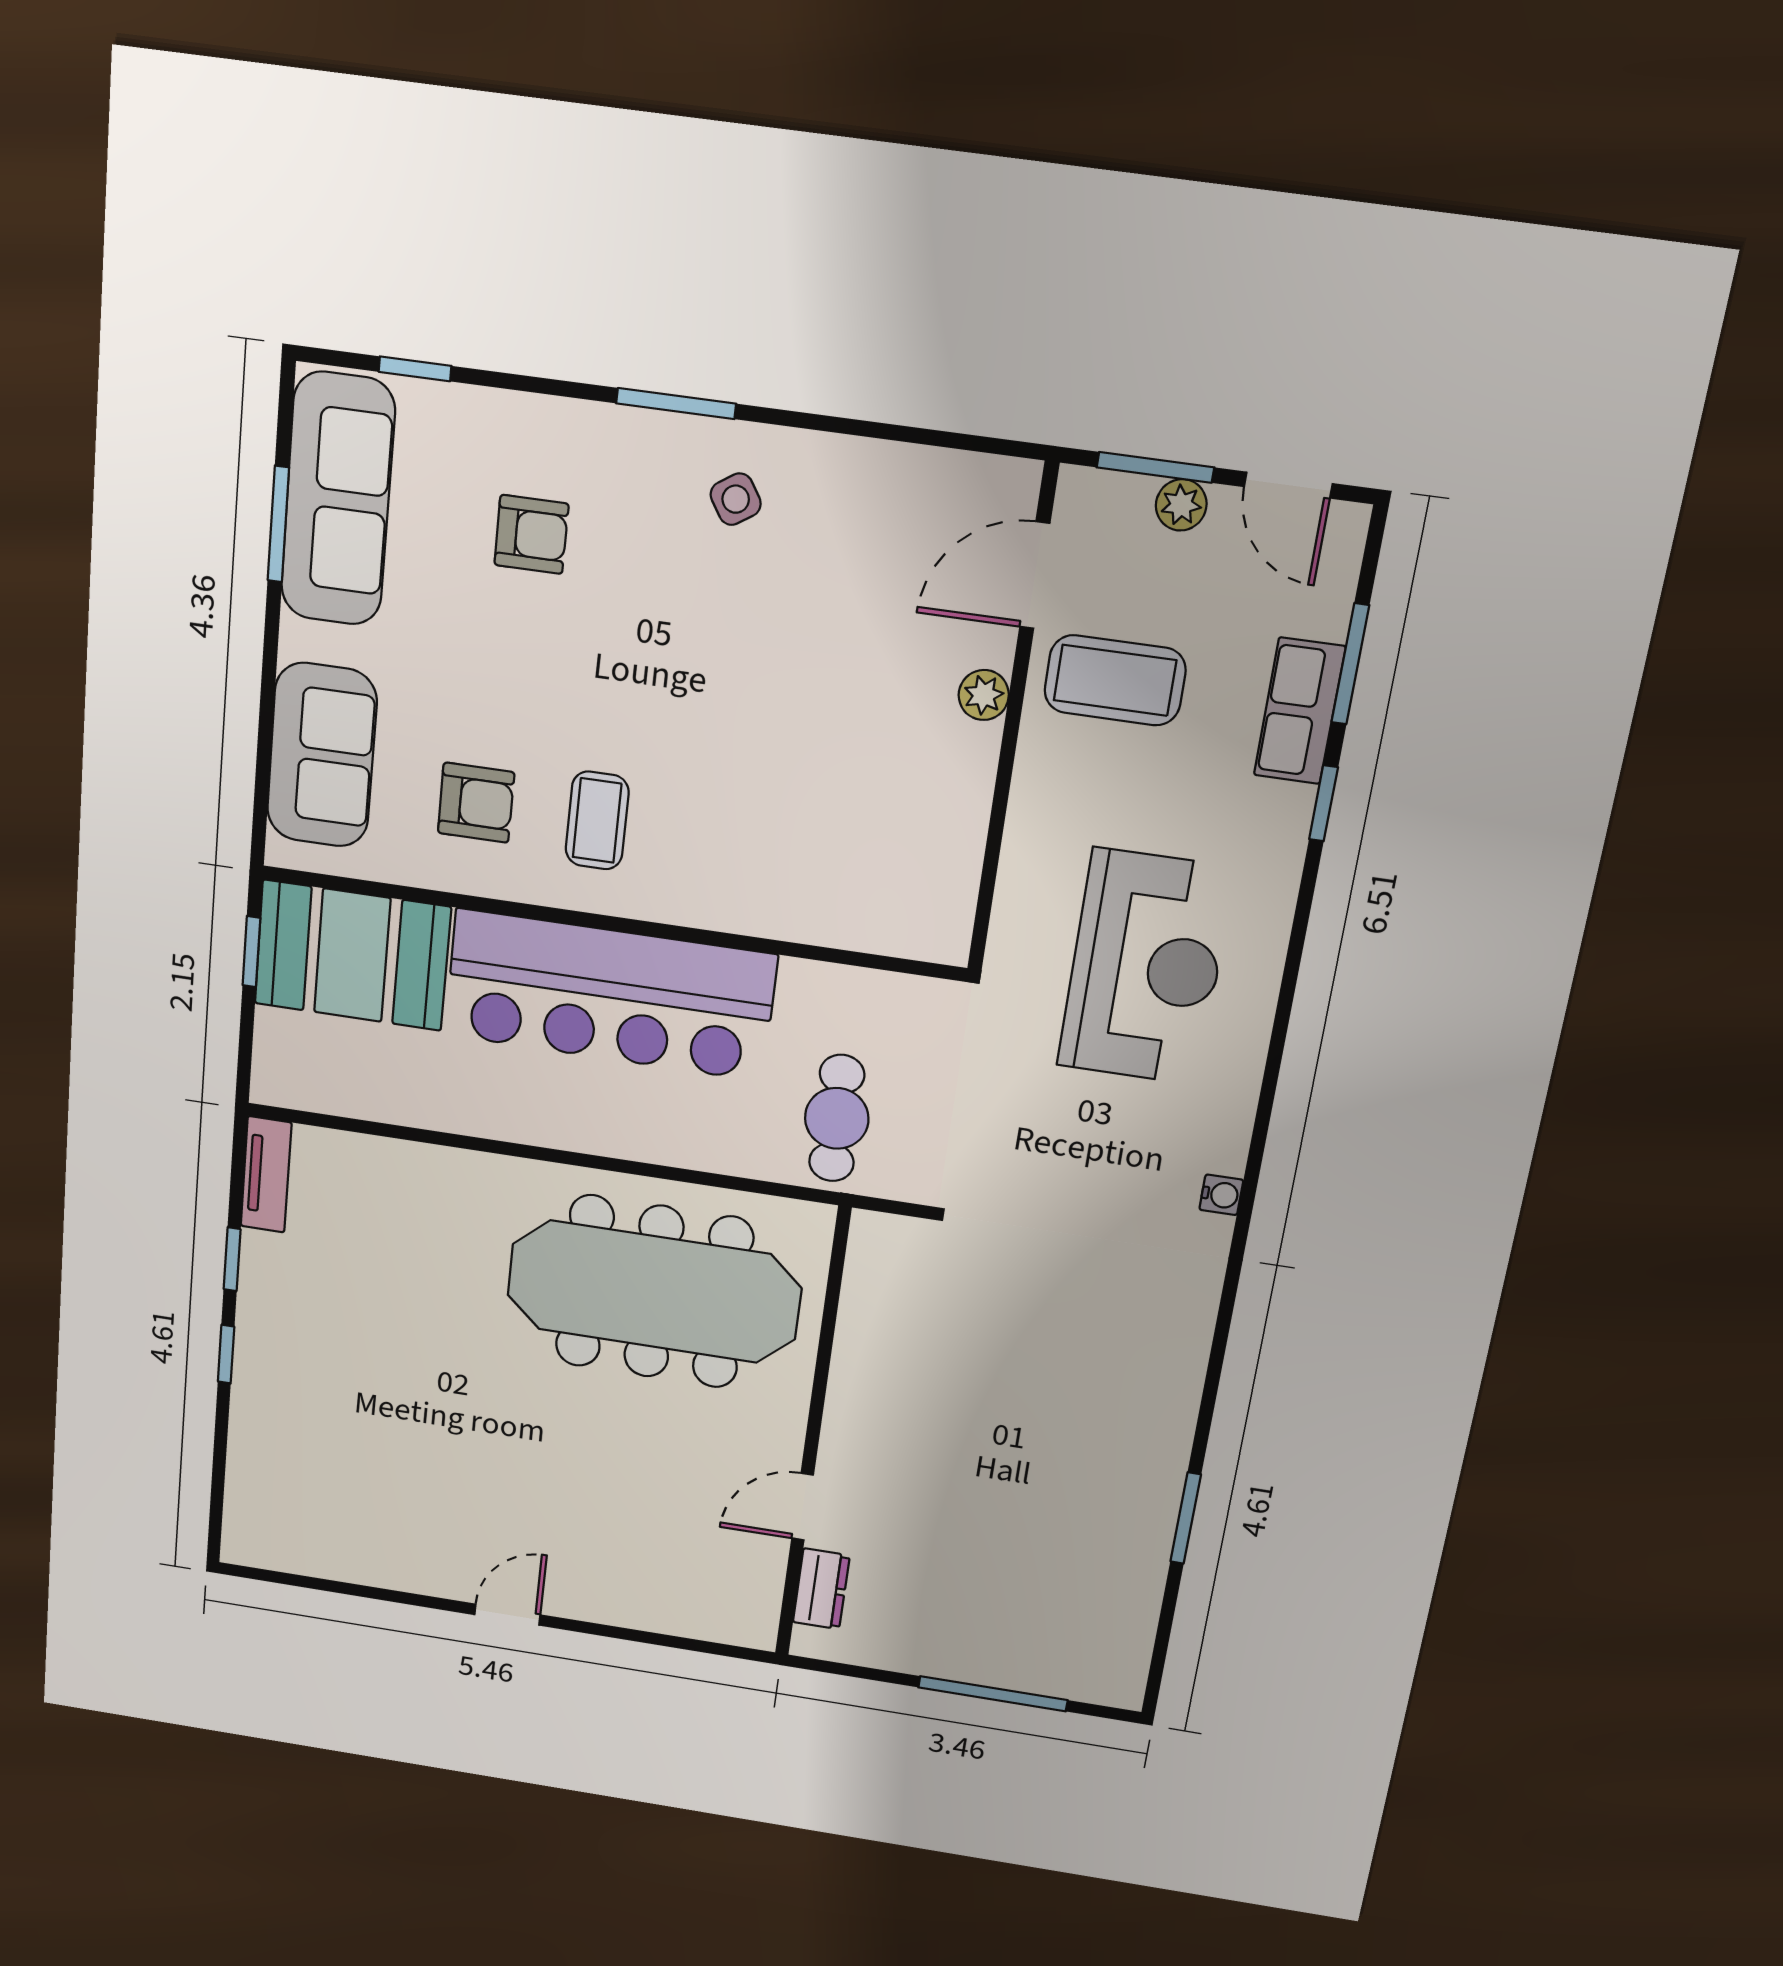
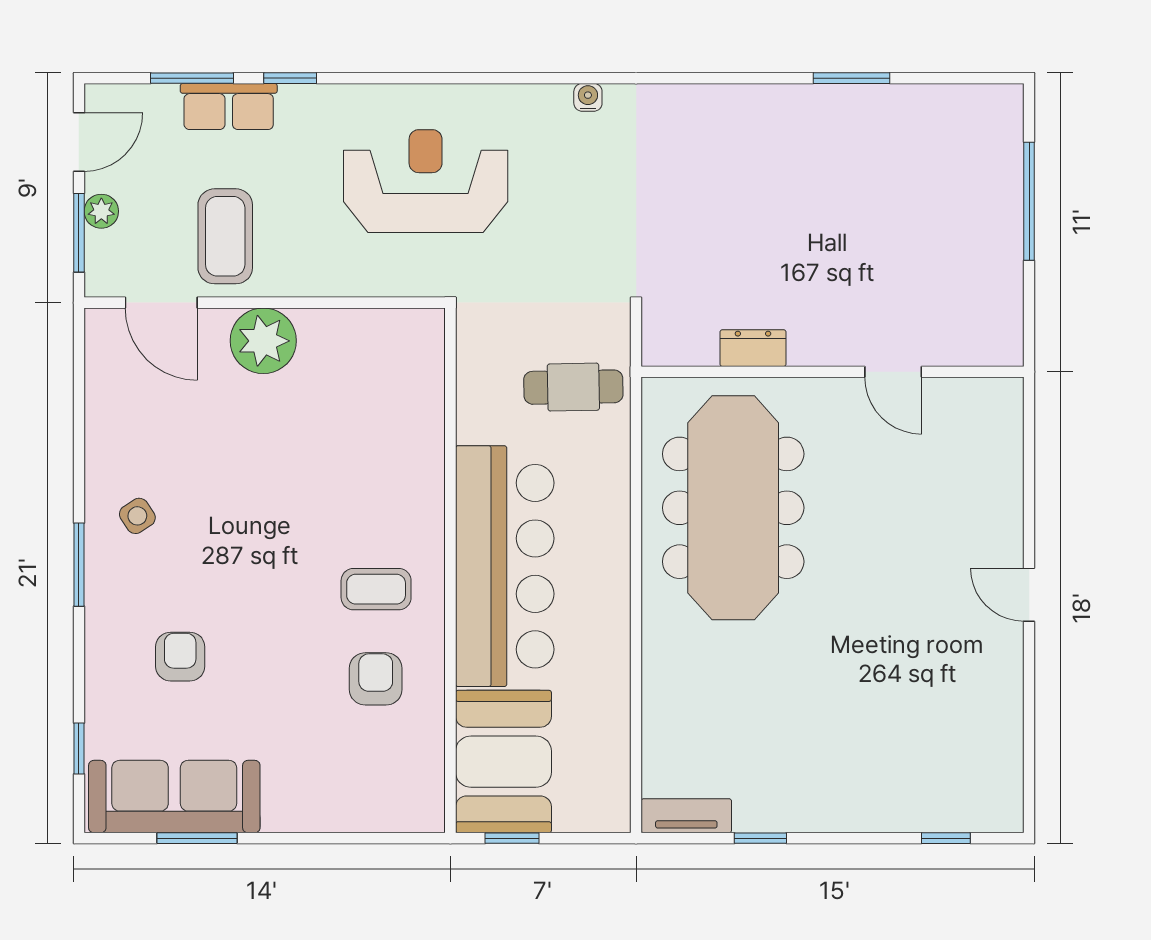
plant: (984, 695) -> (263, 341), width x1.87, depth x1.87
sofa: (322, 755) -> (357, 795), removed
window: (226, 1354) -> (946, 838), moved
dresser: (821, 1589) -> (753, 348), moved

